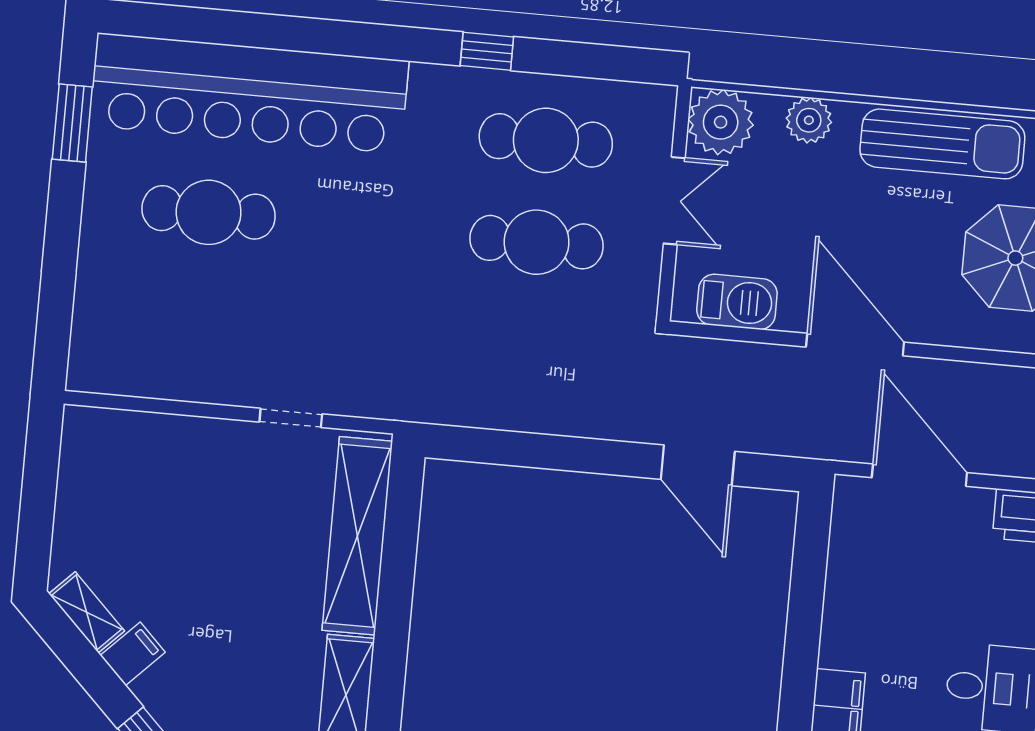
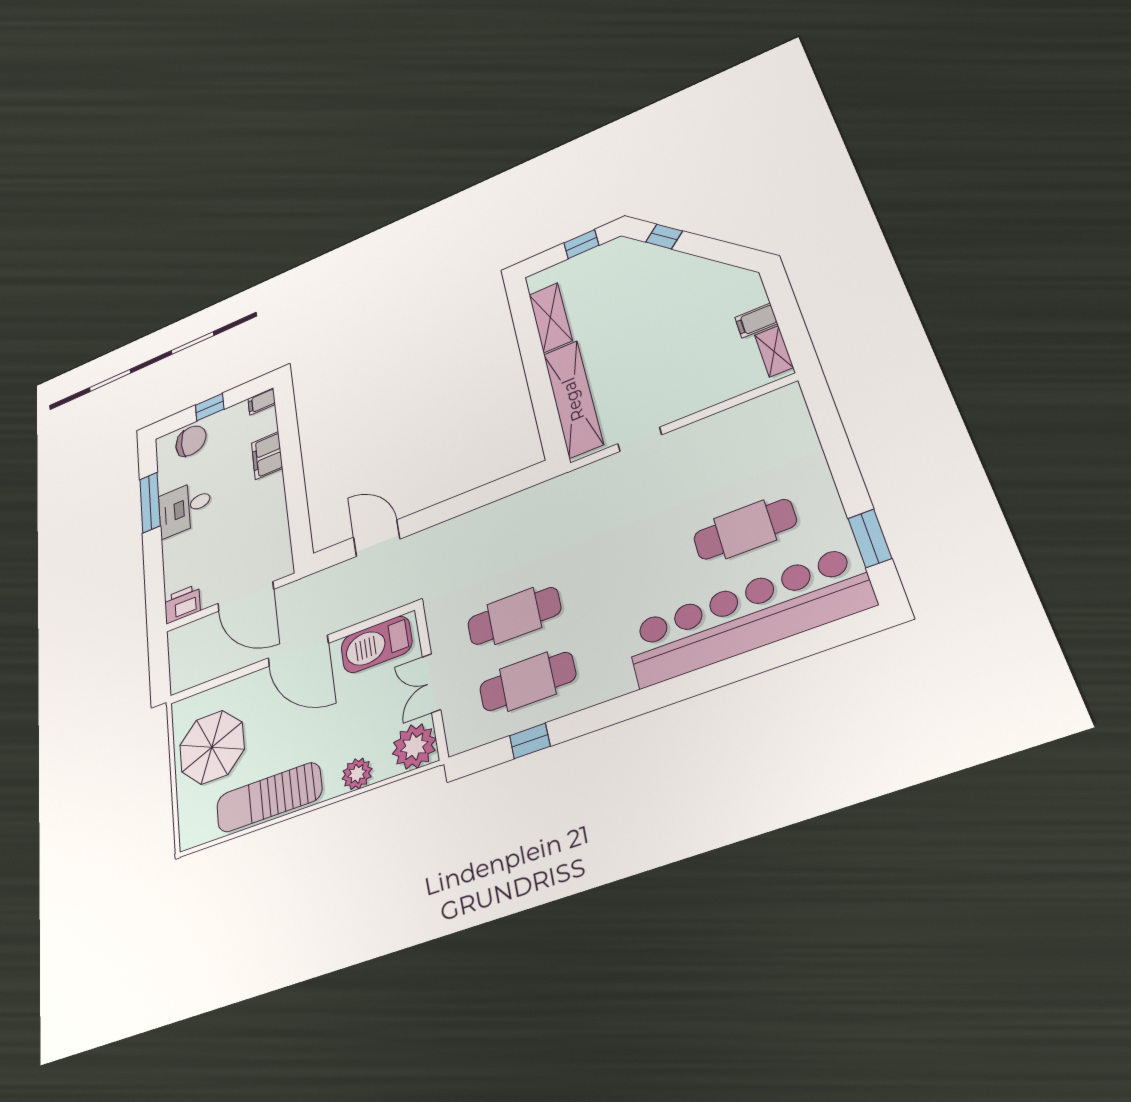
window: (487, 51) -> (530, 741), moved
barbecue: (737, 302) -> (376, 644), width x1.37, depth x1.21
shelving: (87, 612) -> (774, 351), moved, turned 45
filing cabinet: (133, 654) -> (756, 321), moved, turned 45

